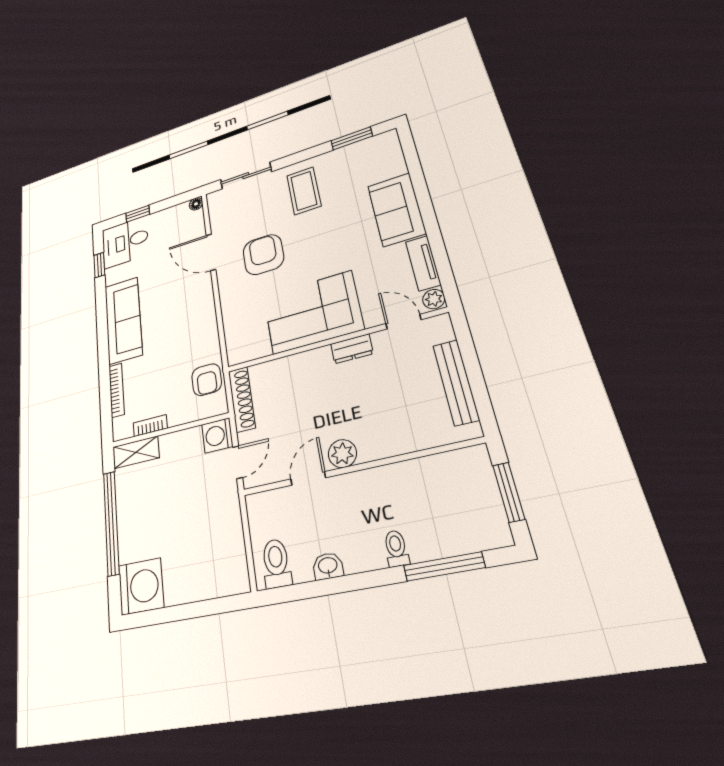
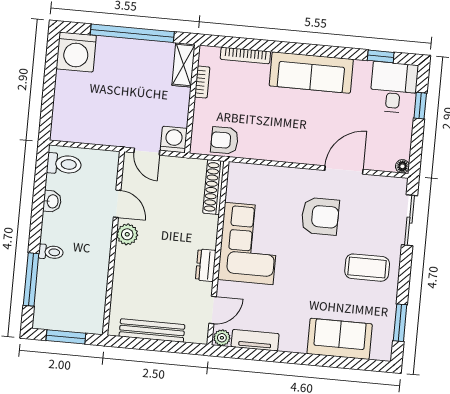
sofa: (396, 209) -> (340, 339), moved
shoe rack: (242, 399) -> (214, 187), moved, turned 90

